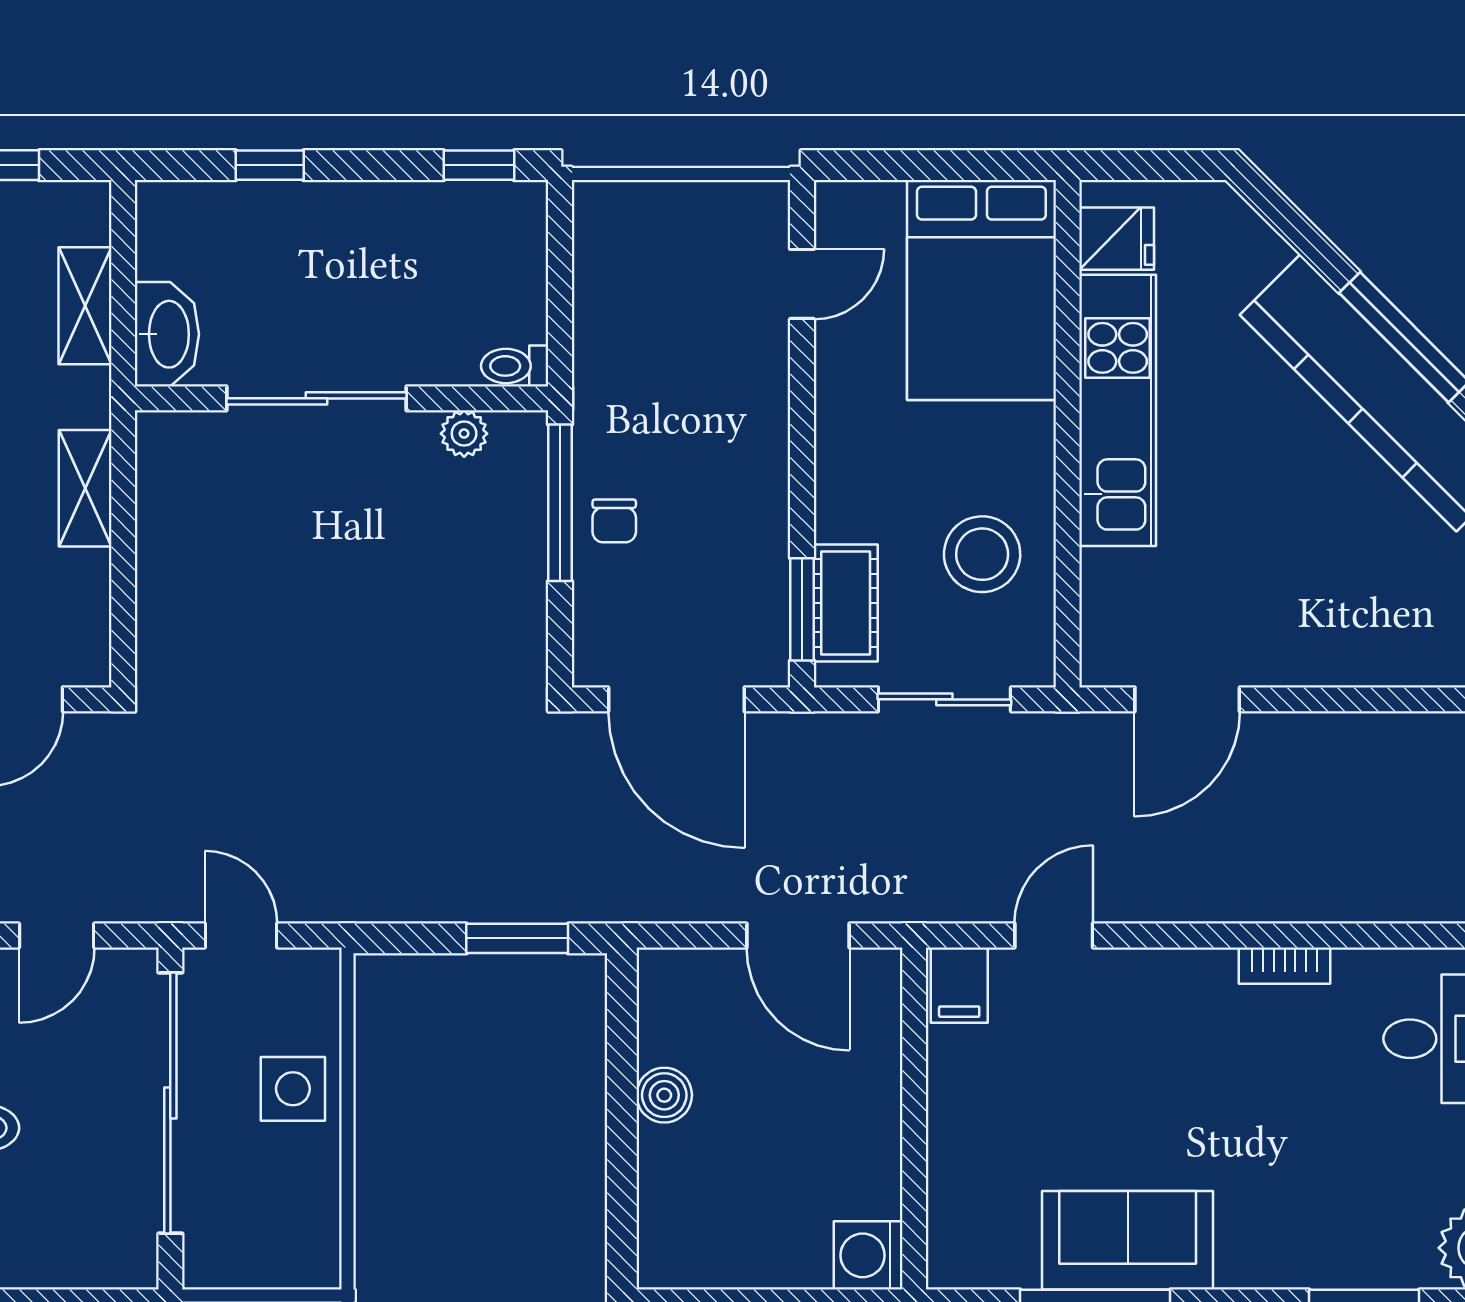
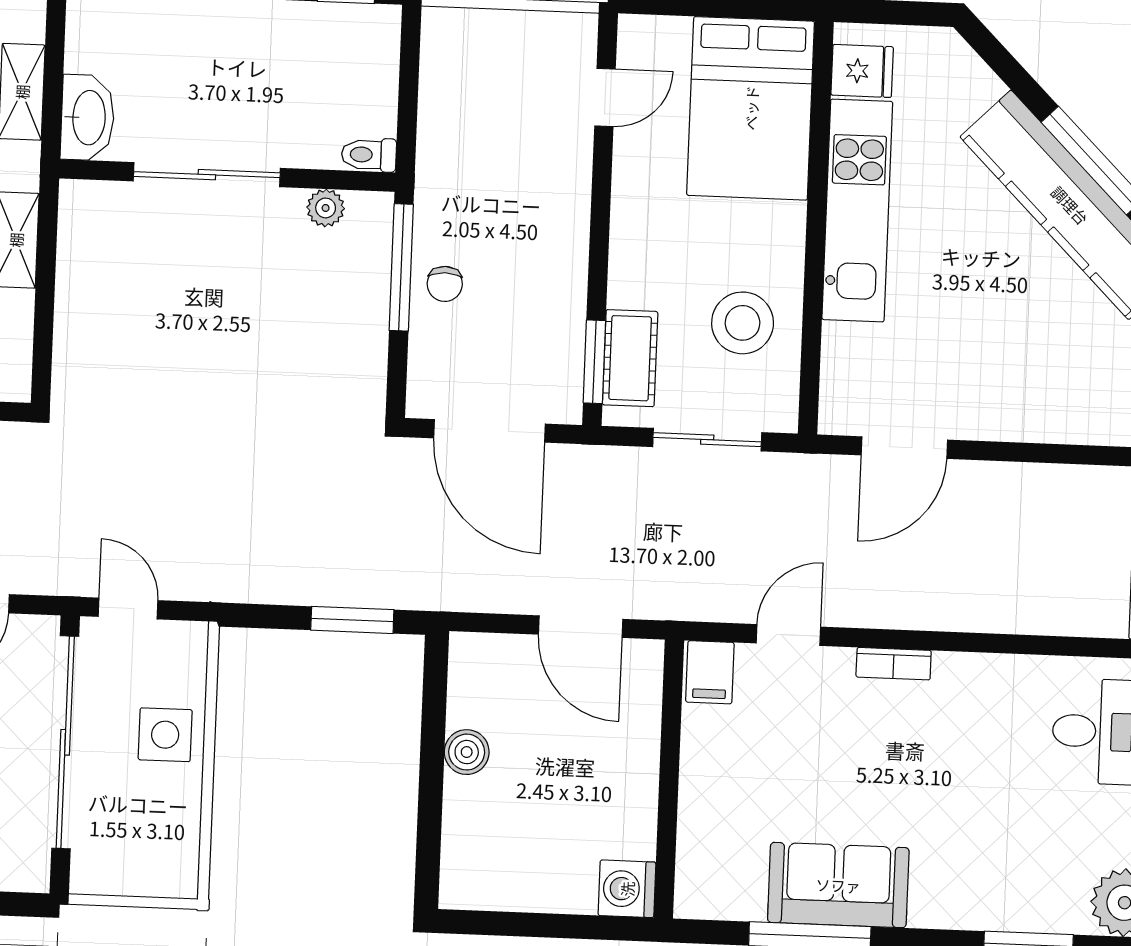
bookcase: (1285, 966) -> (894, 664), moved

